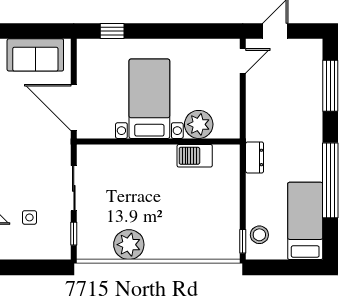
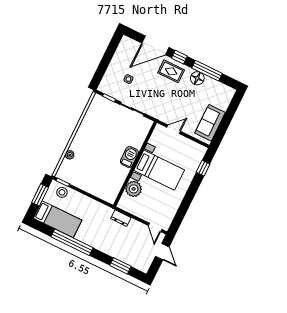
window: (330, 86) -> (120, 266), width x0.69
door: (74, 107) -> (174, 129), width x0.53
barbecue: (195, 156) -> (129, 157), moved
dresser: (255, 157) -> (121, 218), moved
plant: (129, 245) -> (70, 155), moved, width x0.53, depth x0.53
window: (280, 267) -> (40, 195), added

